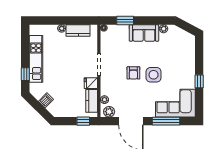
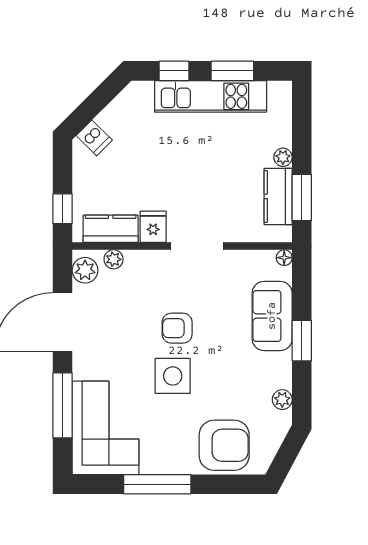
window: (79, 20) -> (302, 198), added
window: (125, 20) -> (302, 341), moved
sofa: (144, 33) -> (272, 316), moved
window: (25, 50) -> (232, 71), added
armchair: (183, 53) -> (224, 445), added
window: (199, 81) -> (157, 484), width x2.17
dishwasher: (46, 100) -> (94, 138), moved

